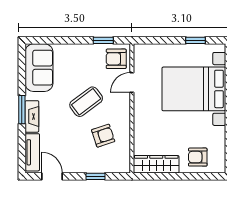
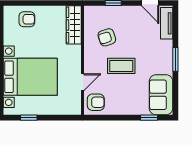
window: (103, 40) -> (149, 118), moved
coffee table: (86, 102) -> (121, 66), turned 37
fireplace: (32, 116) -> (167, 54), removed
wardrobe: (156, 164) -> (74, 25), moved, turned 90

